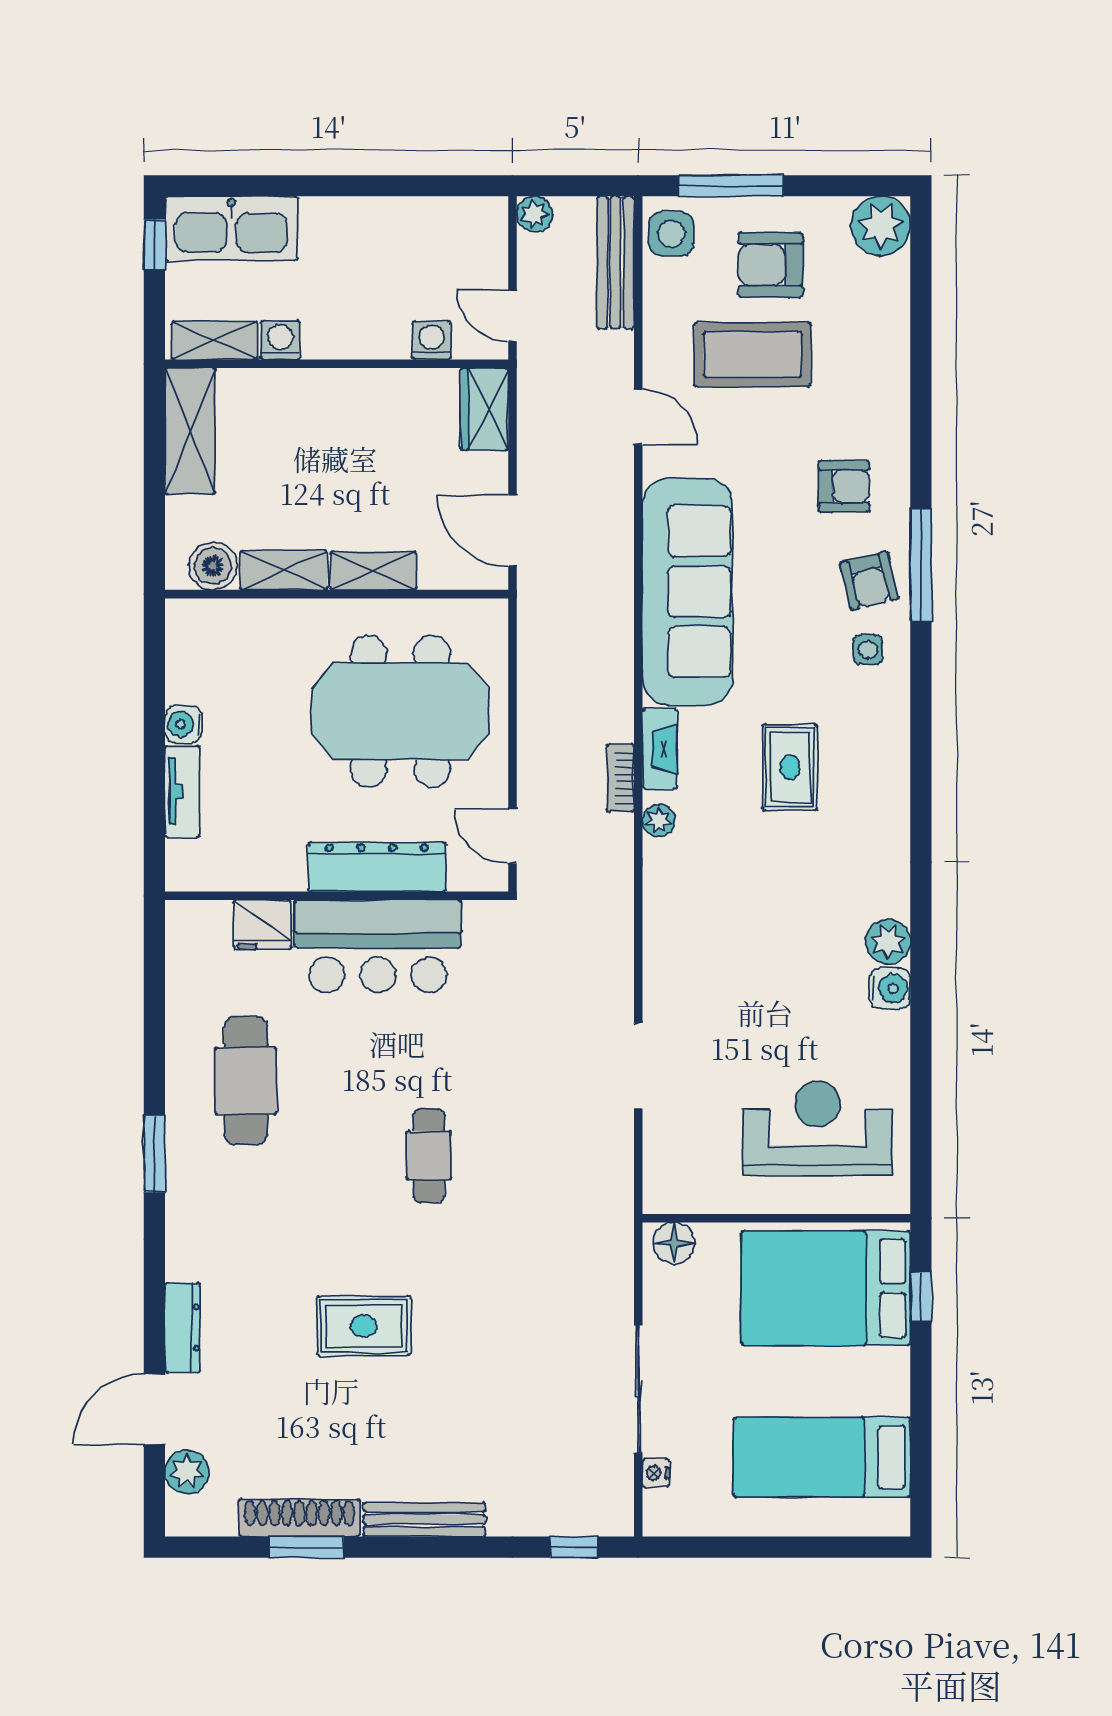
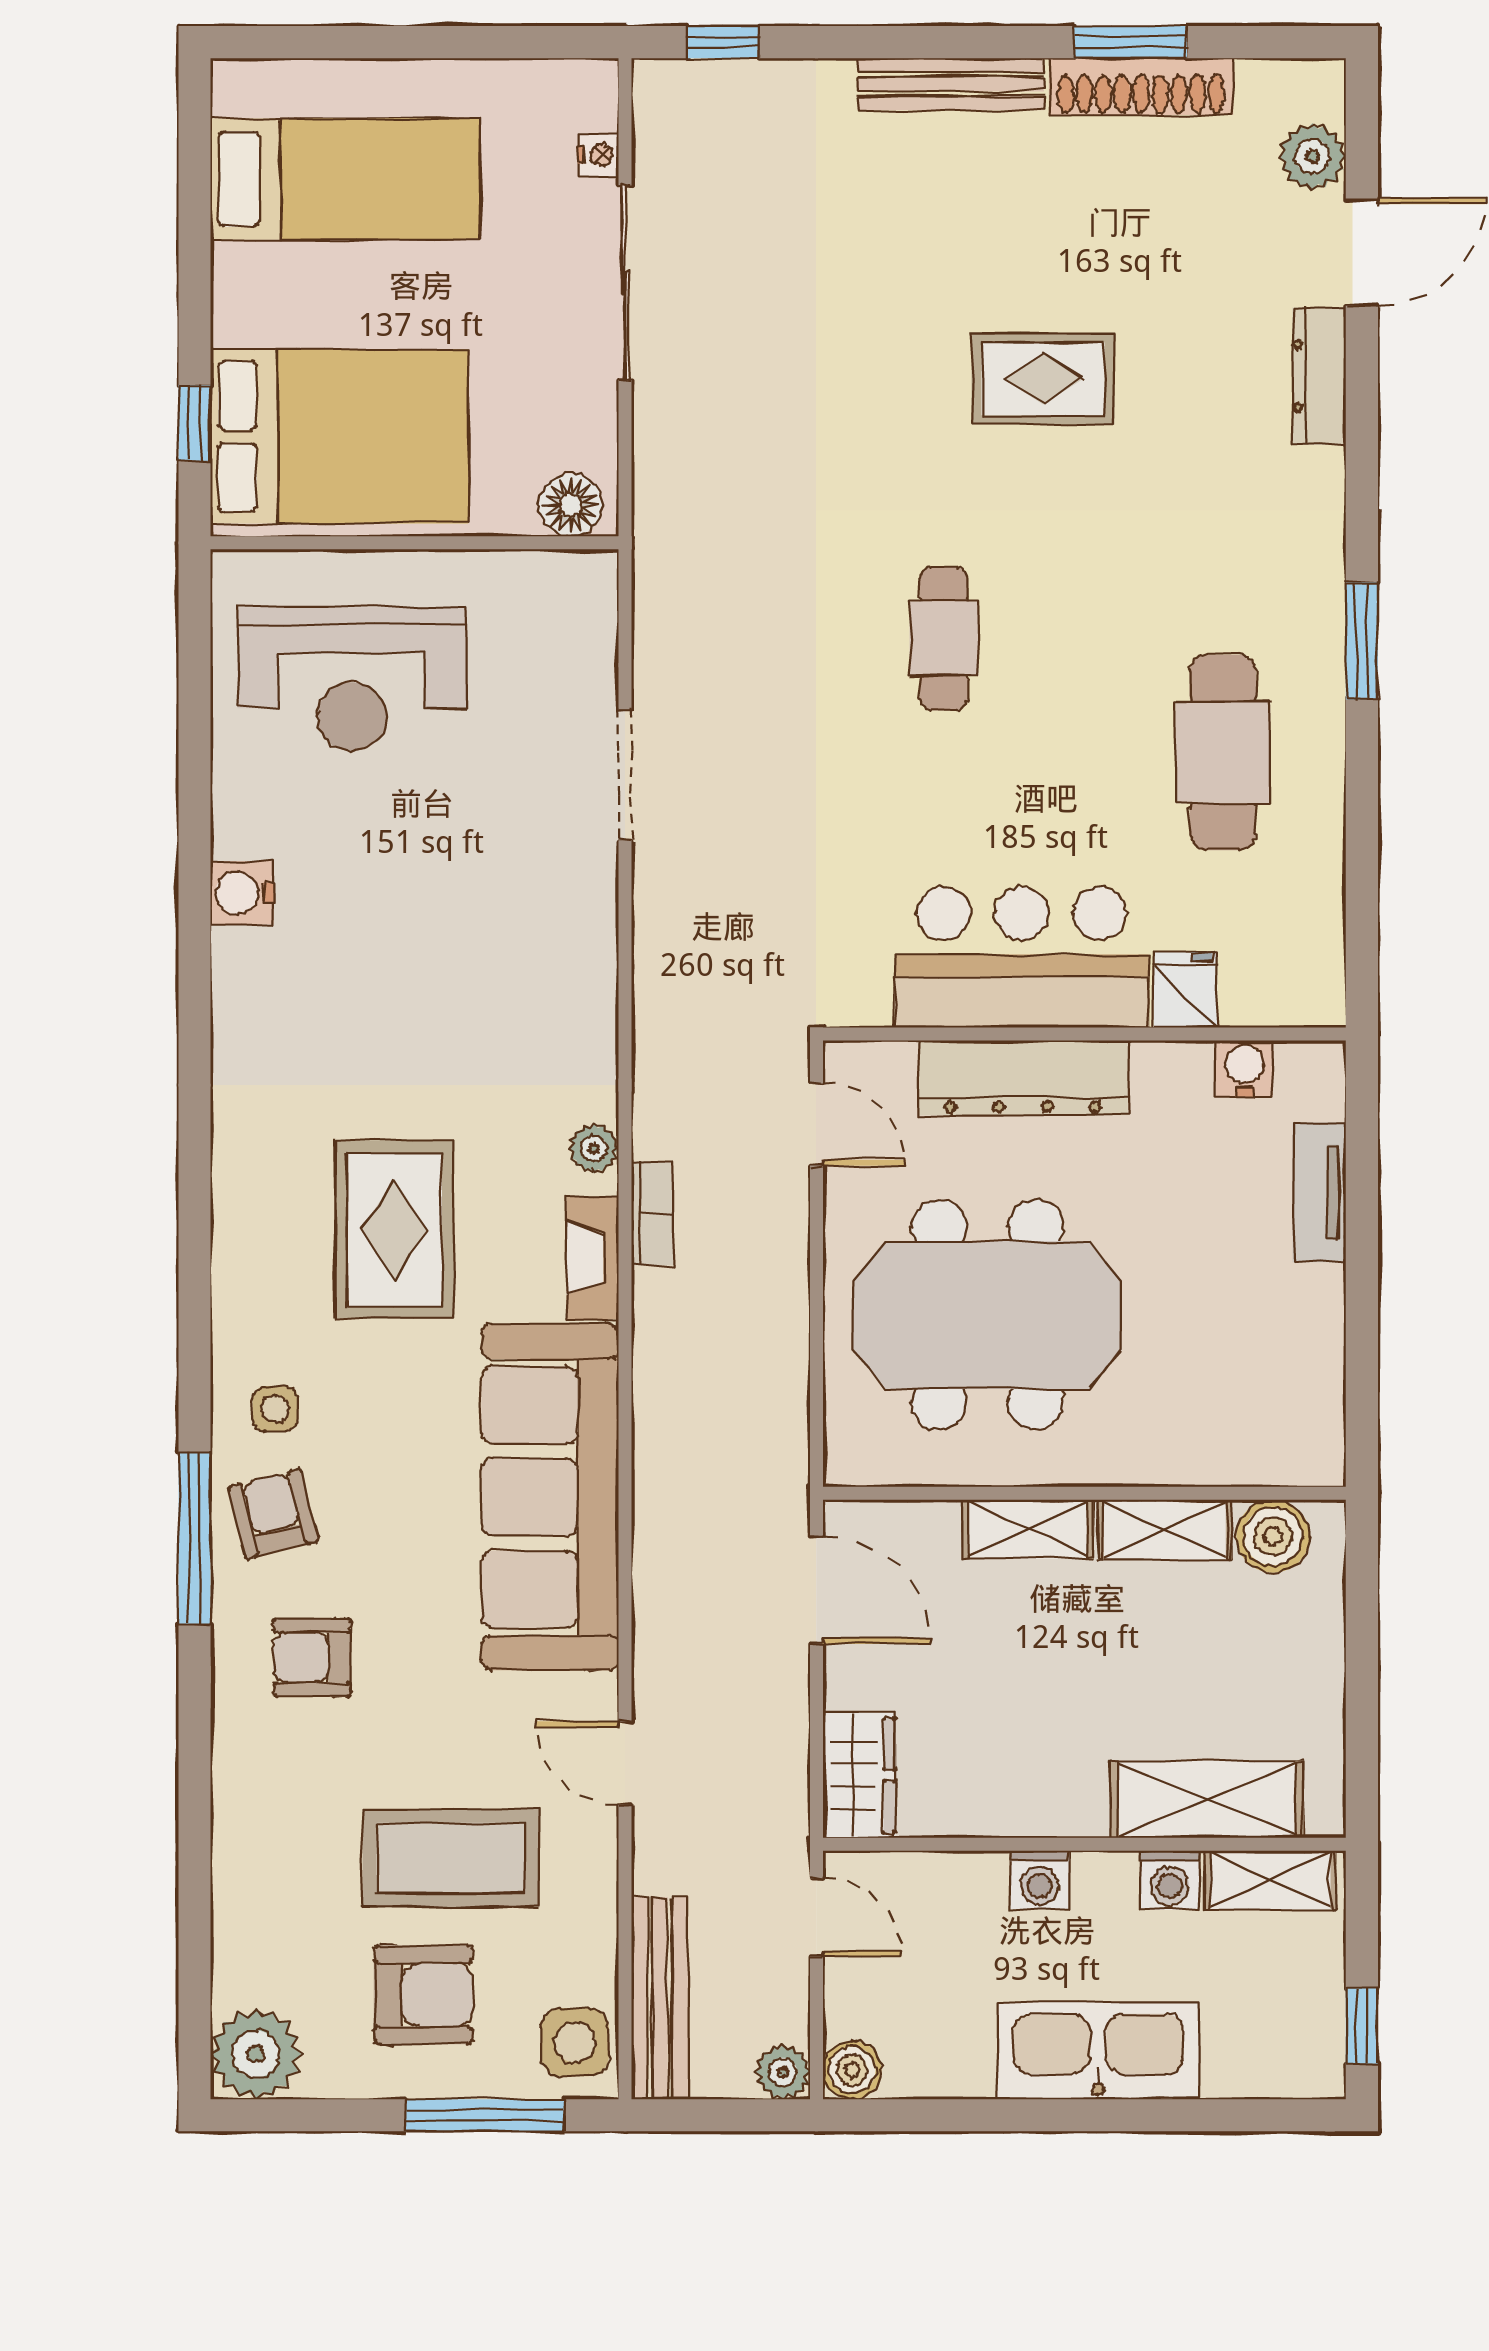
boiler: (489, 215) -> (852, 2070), added
kitchen sink: (231, 228) -> (1098, 2051), moved
washing machine: (432, 340) -> (1040, 1880), moved
shelving: (190, 431) -> (1207, 1799), moved, turned 90
water cooler: (183, 724) -> (1244, 1069), moved, turned -90
rug: (790, 767) -> (394, 1230), width x1.36, depth x1.43
fridge: (262, 925) -> (1185, 990), width x0.72
plant: (888, 942) -> (245, 964), removed

